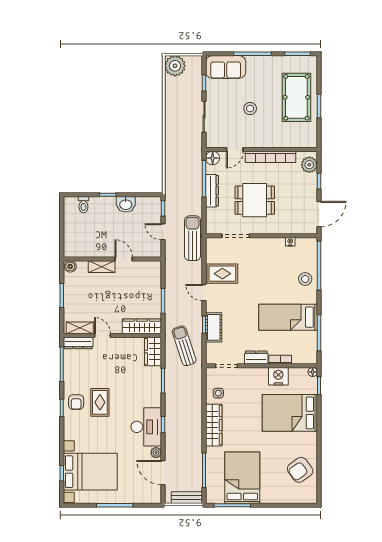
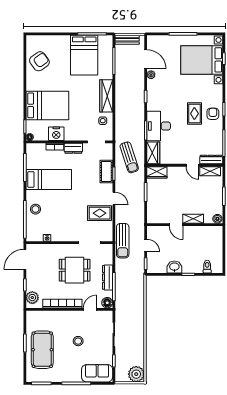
wardrobe: (142, 326) -> (157, 172), width x0.67
desk: (146, 427) -> (159, 126), moved

